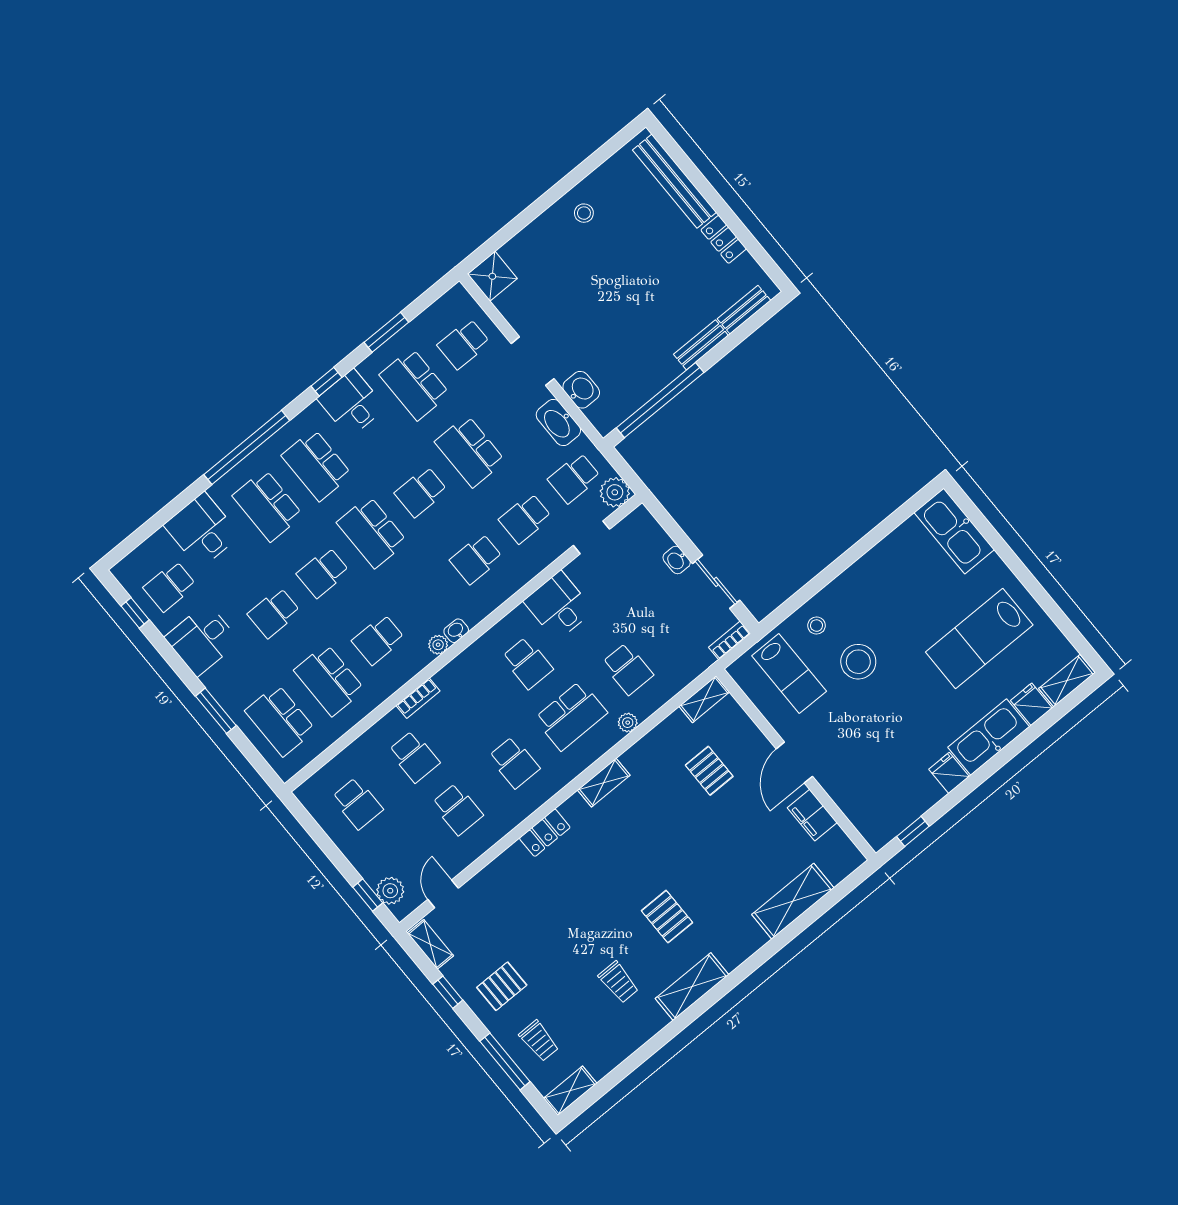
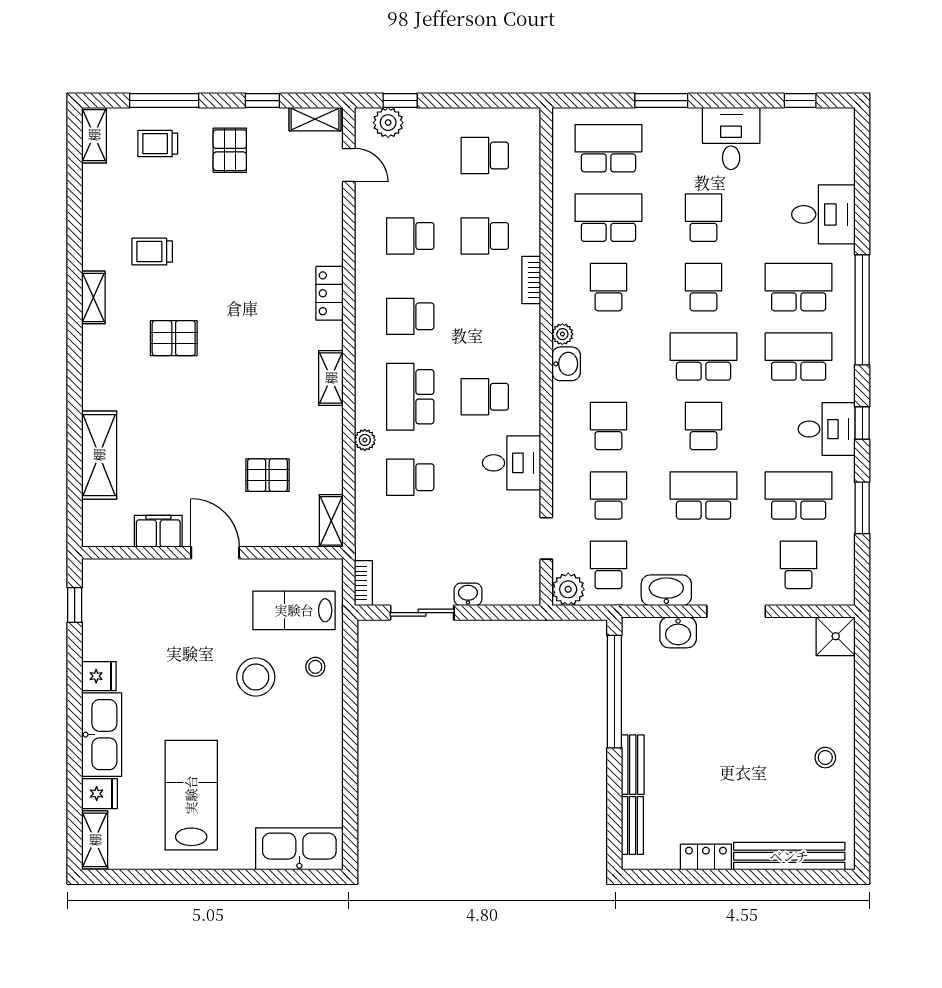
school desk: (170, 586) -> (799, 148), removed
washbasin: (456, 631) -> (566, 364), width x1.38, depth x1.45
shelving: (692, 987) -> (93, 297), width x0.67, depth x0.75

